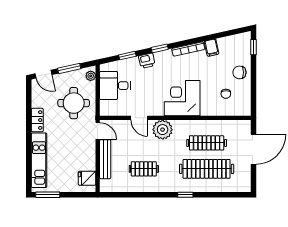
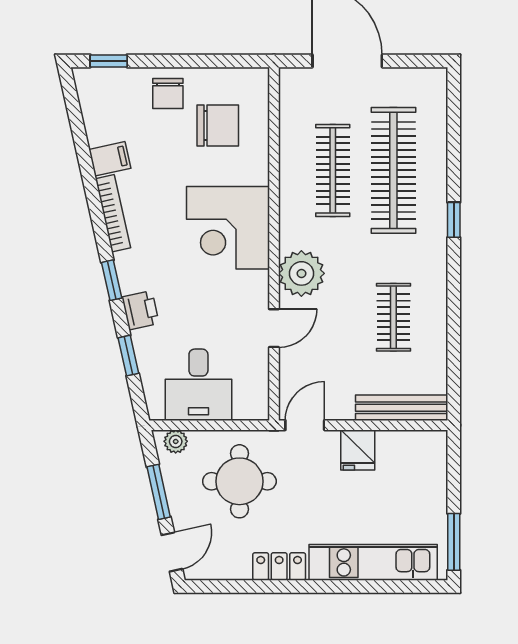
chair: (226, 94) -> (218, 125), width x1.87, depth x1.87
bench: (105, 159) -> (402, 408), moved
fridge: (87, 178) -> (358, 450), moved

